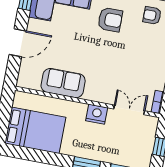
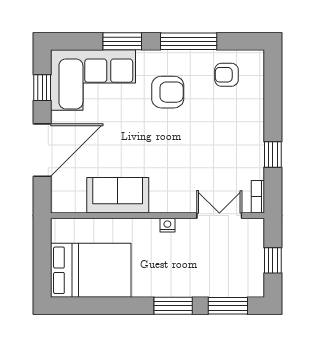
door: (18, 43) -> (42, 150), width x1.36
nightstand: (97, 114) -> (167, 225), width x0.53, depth x0.56

